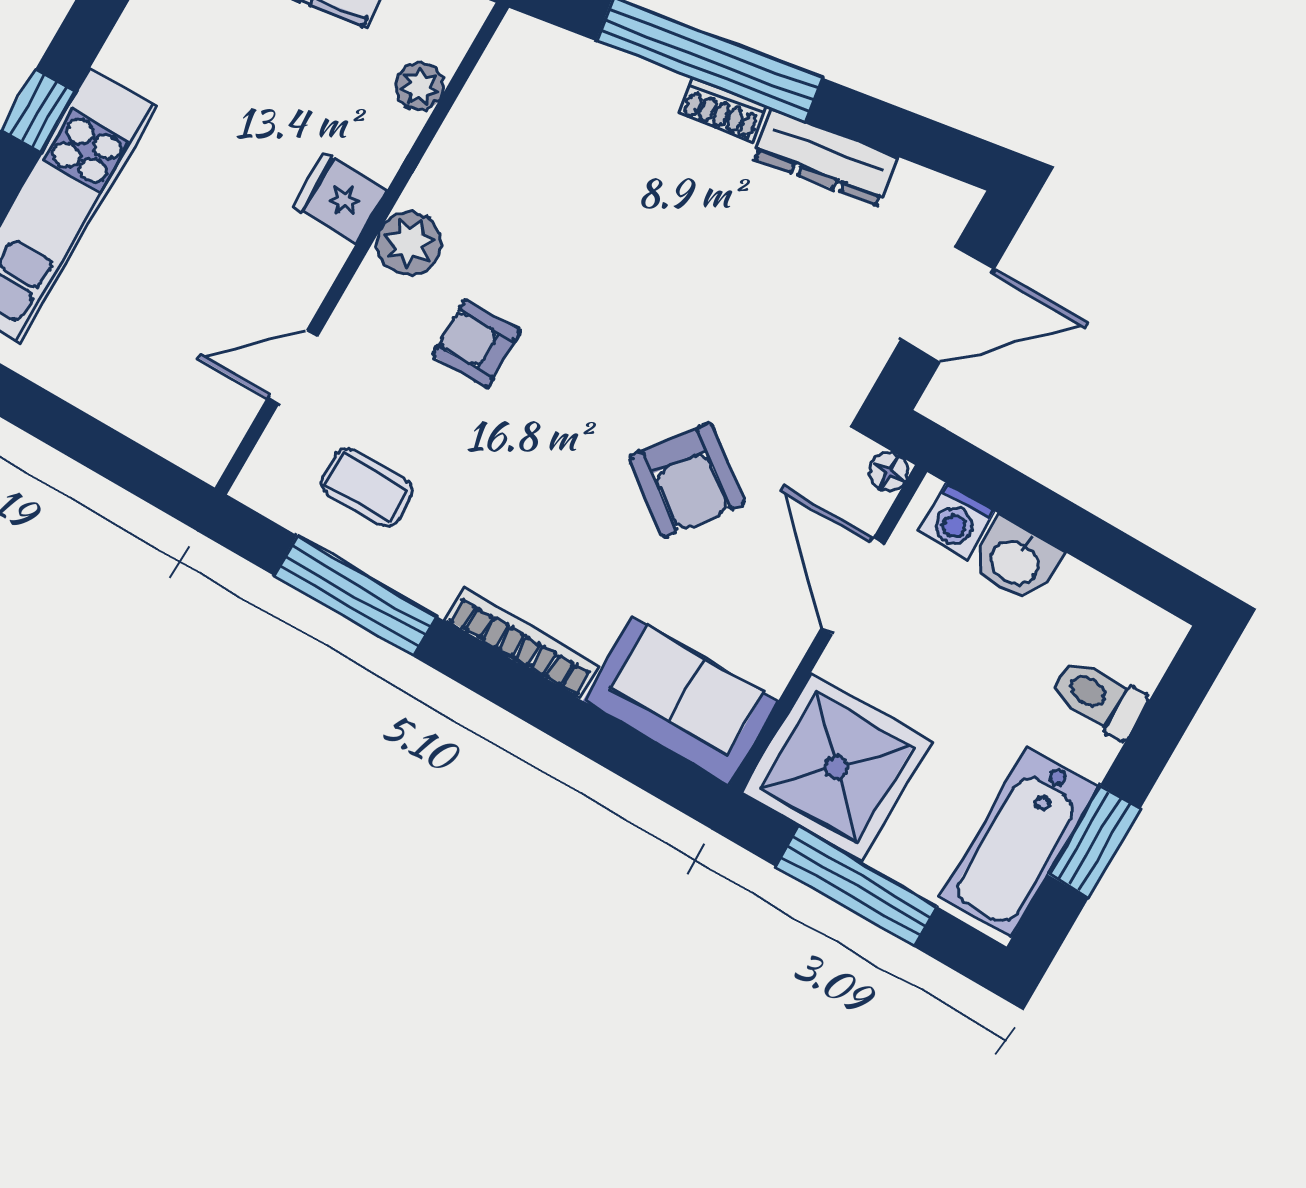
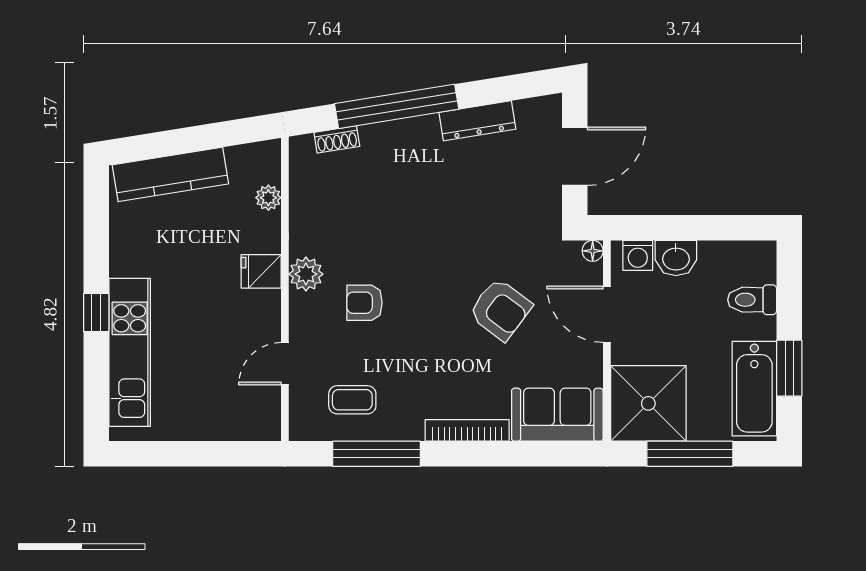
shoe rack: (723, 110) -> (337, 139), moved

